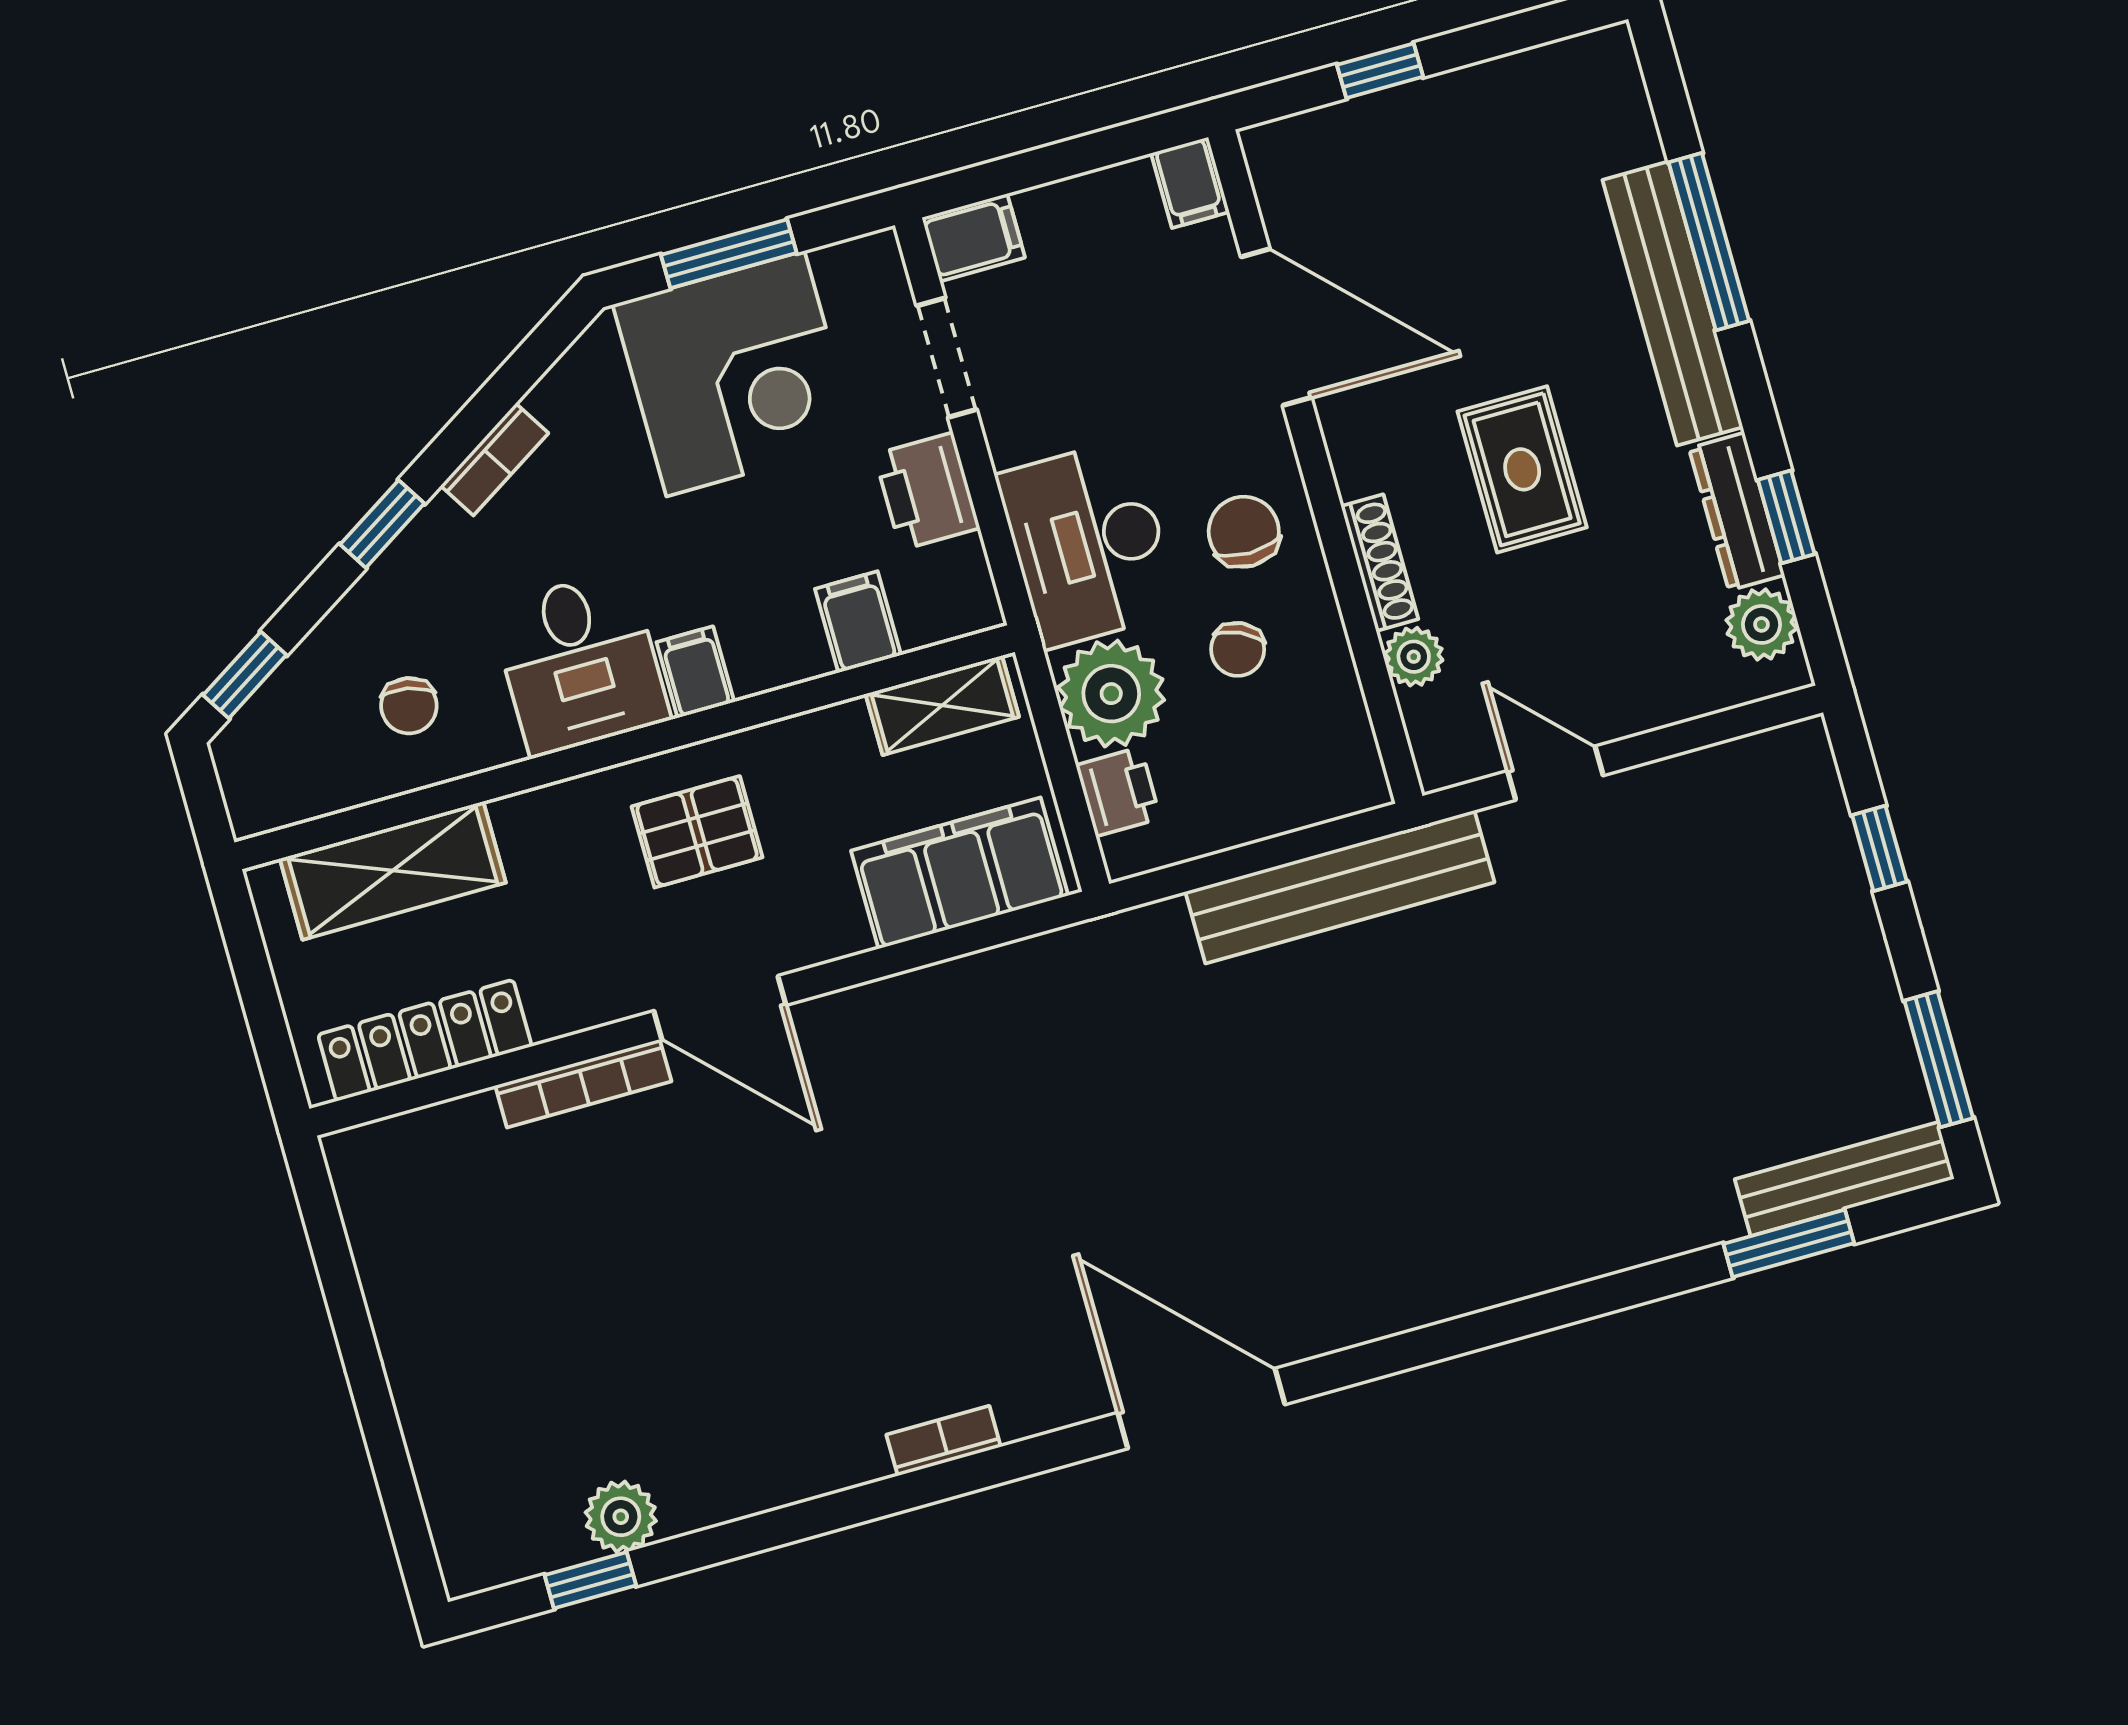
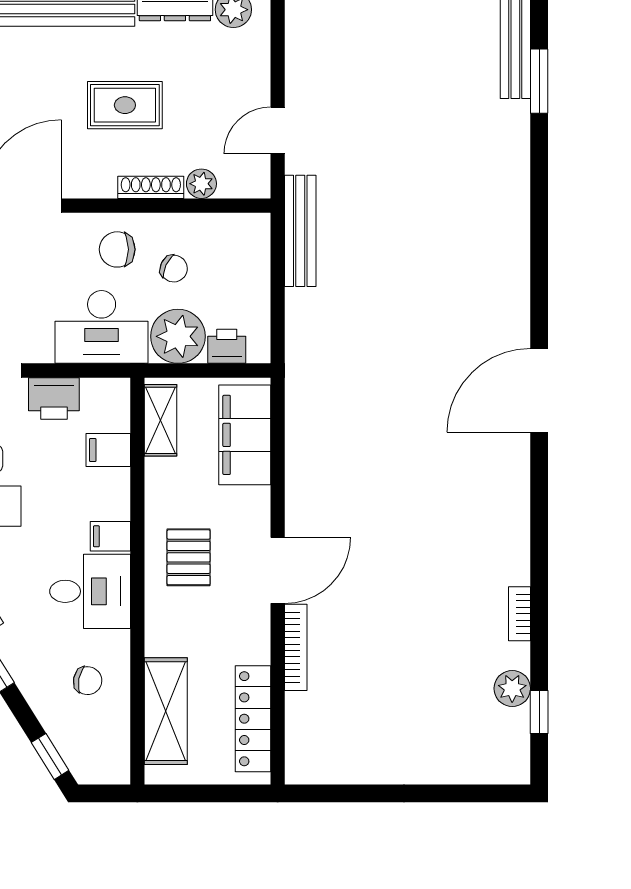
bench: (1340, 887) -> (300, 231), width x0.73, depth x0.82
bookcase: (944, 1441) -> (519, 614), moved

